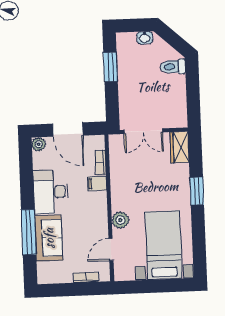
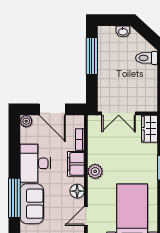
window: (111, 67) -> (92, 56), width x1.44
filing cabinet: (97, 184) -> (76, 164), width x2.00
plant: (120, 220) -> (95, 171), moved
floor lamp: (100, 222) -> (77, 191), added

